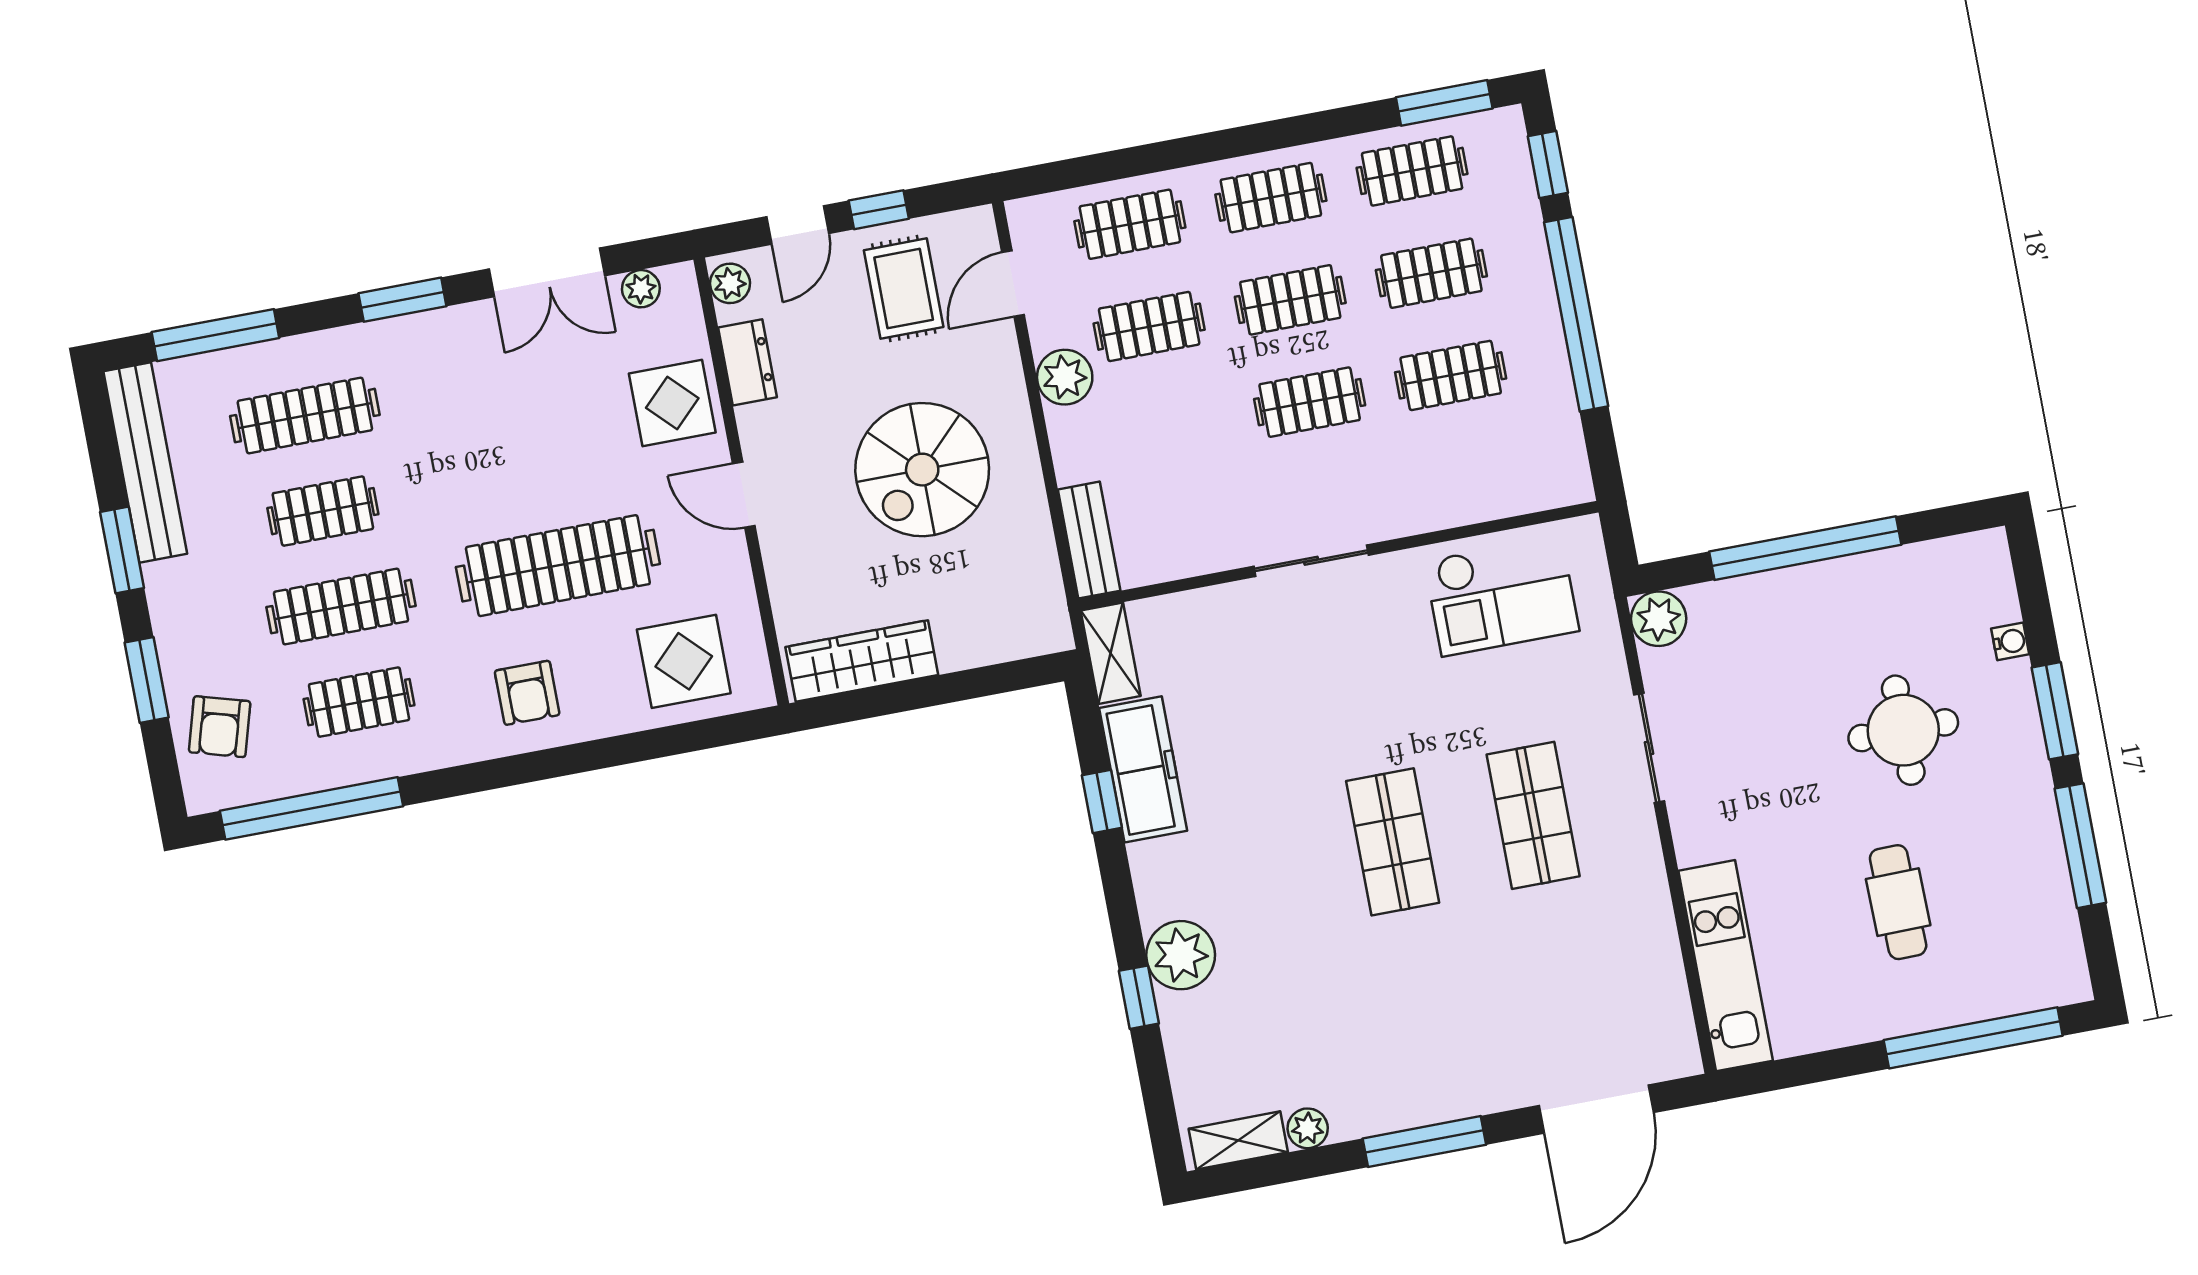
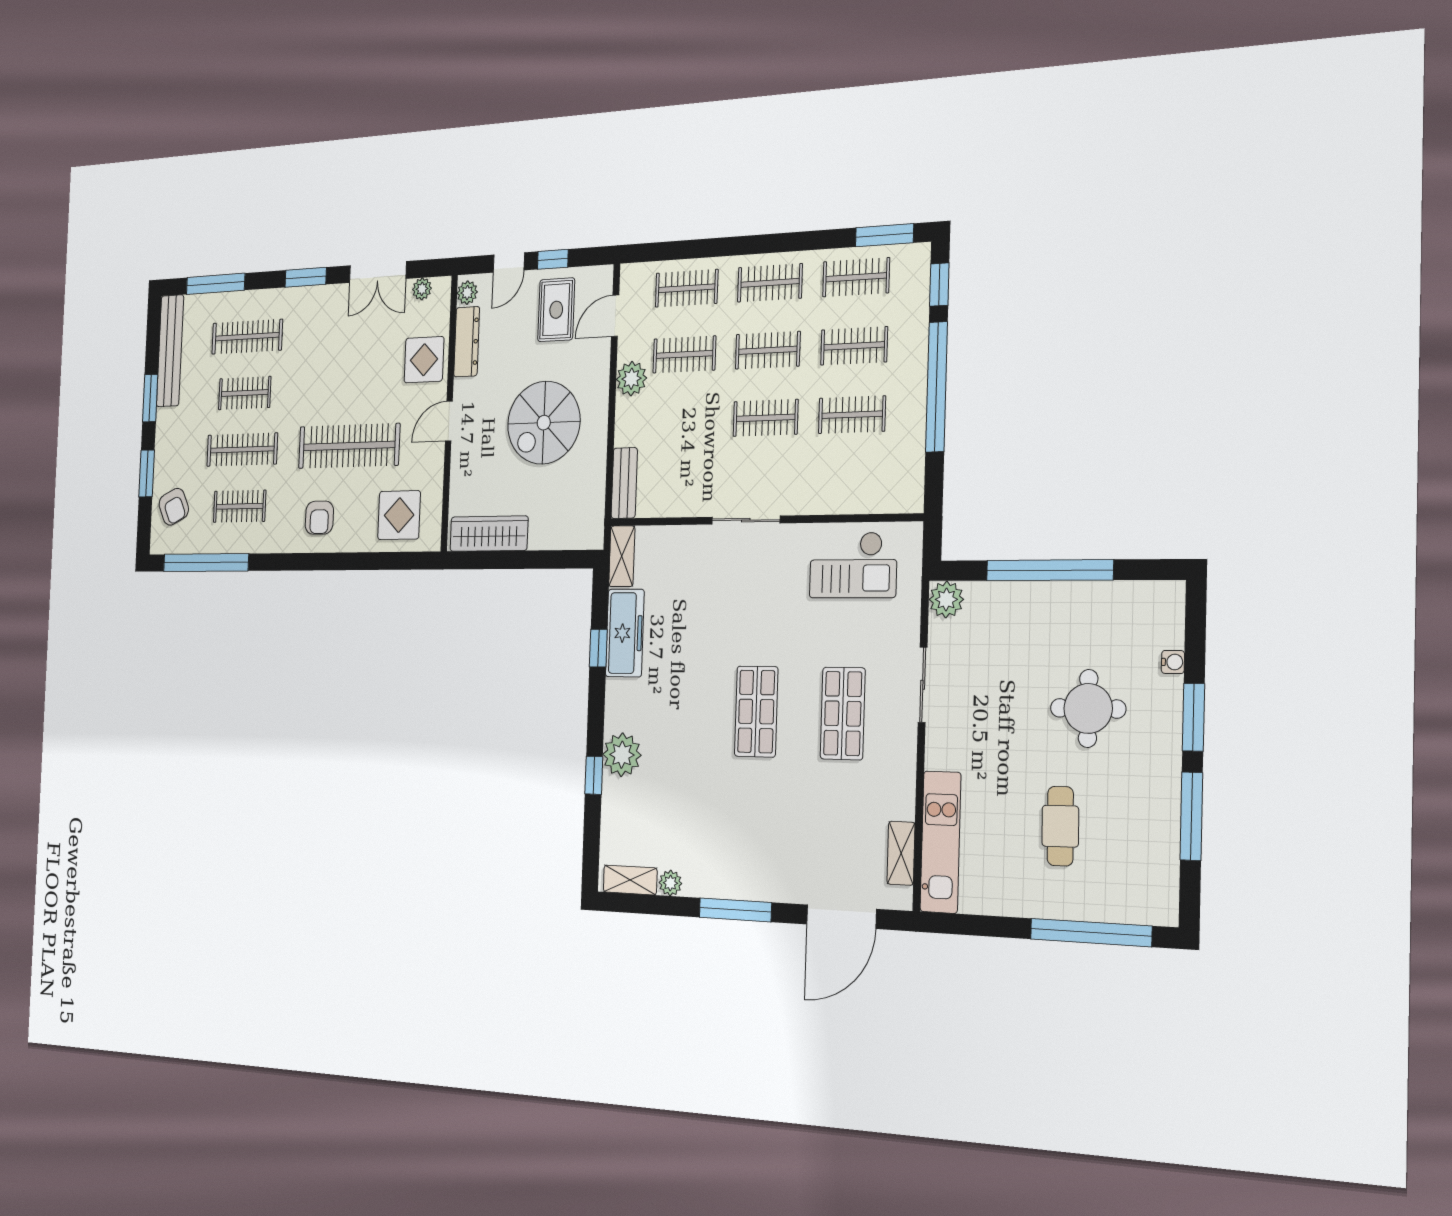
dresser: (747, 362) -> (467, 342), width x1.44
door: (744, 495) -> (449, 421), hinge flipped
armchair: (220, 727) -> (174, 507), turned -41
shelving: (1669, 996) -> (901, 853), added

